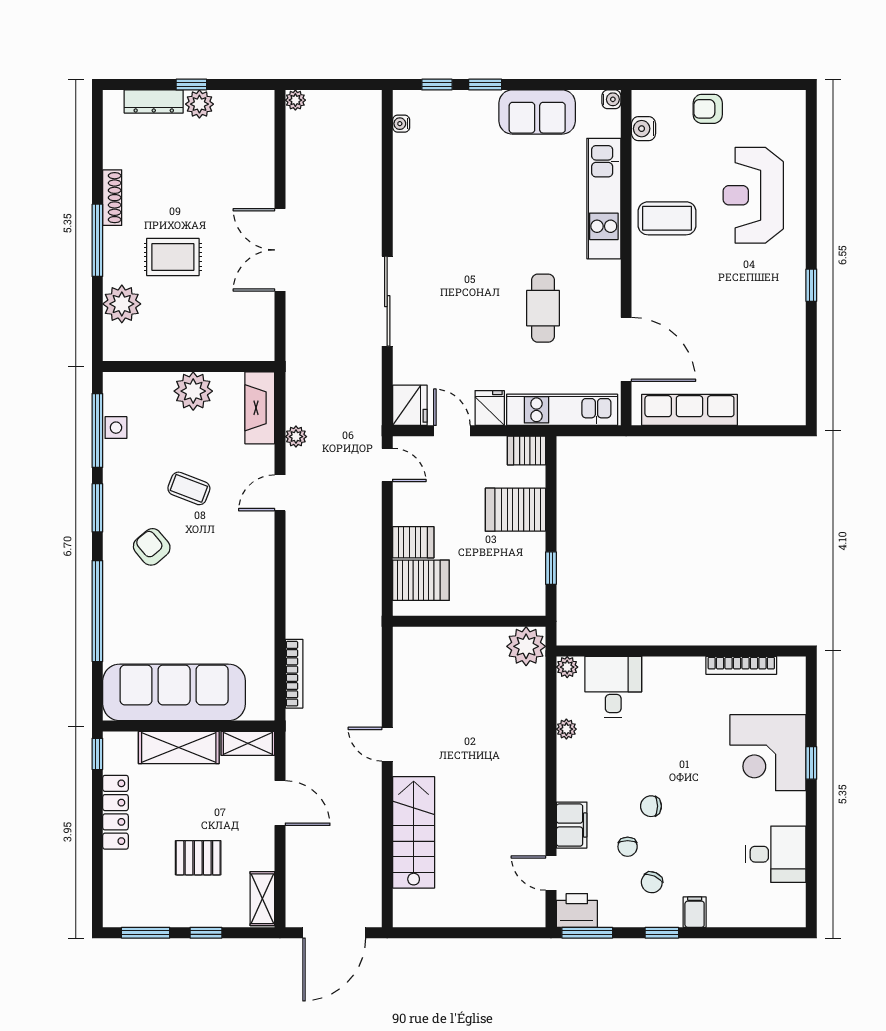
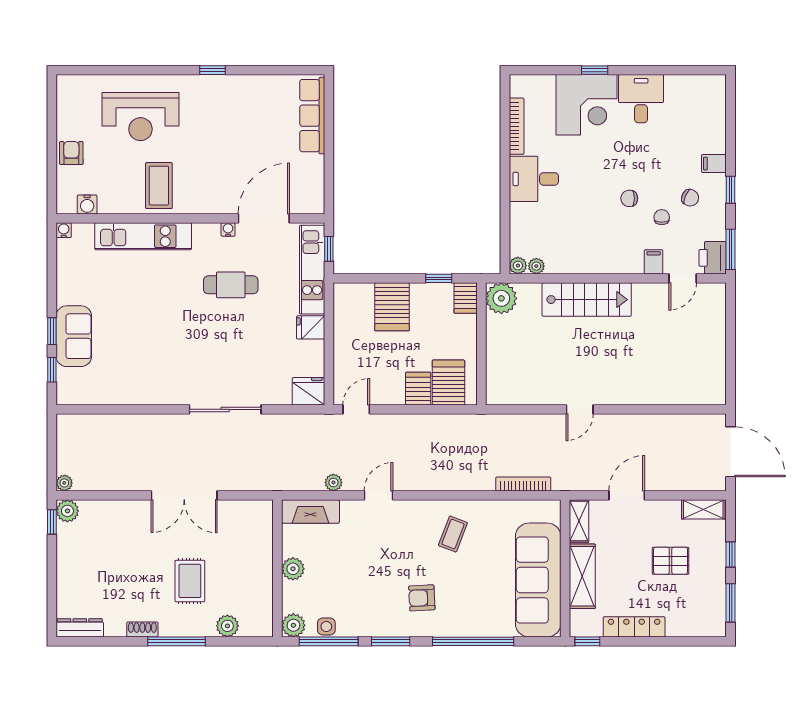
window: (191, 85) -> (52, 522), moved
dresser: (154, 101) -> (80, 628), moved, turned -90
plant: (199, 104) -> (67, 511), moved
armchair: (708, 109) -> (71, 153), turned 180
sofa: (537, 112) -> (74, 336), moved
water cooler: (401, 124) -> (228, 229), moved, turned 180
shoe rack: (112, 198) -> (142, 630), width x0.70
plant: (122, 304) -> (227, 626), width x0.73, depth x0.73
plant: (117, 386) -> (293, 625), added
plant: (193, 391) -> (293, 569), width x0.73, depth x0.73
row of seats: (689, 410) -> (312, 116), moved
door: (452, 431) -> (329, 358), removed
window: (588, 431) -> (329, 249), added
server rack: (527, 451) -> (466, 298), moved
coffee table: (189, 488) -> (453, 534), moved
door: (280, 493) -> (379, 495), swing flipped
armchair: (152, 547) -> (422, 598), turned 37
desk: (613, 687) -> (534, 179), moved
plant: (566, 729) -> (536, 266), moved
chair: (651, 806) -> (629, 198), turned 90
filing cabinet: (572, 825) -> (654, 262), width x0.50
stairs: (414, 832) -> (587, 300), moved, turned 180
chair: (628, 847) -> (662, 217), turned -90
desk: (776, 854) -> (641, 99), moved
pallet: (198, 858) -> (671, 561), turned 90

